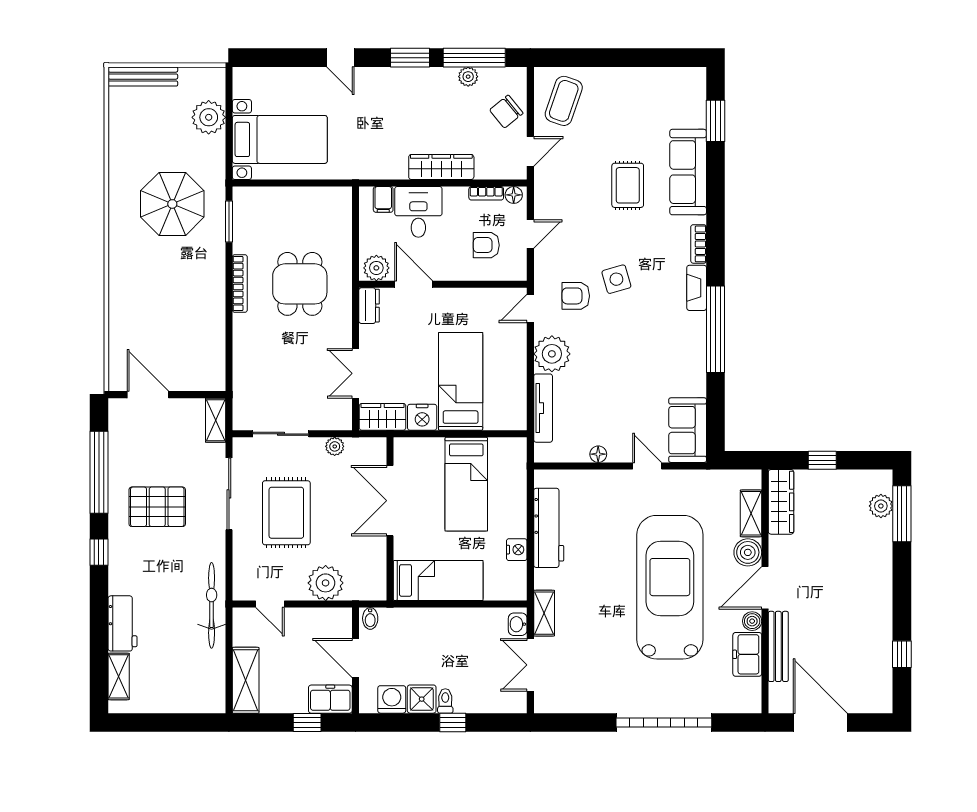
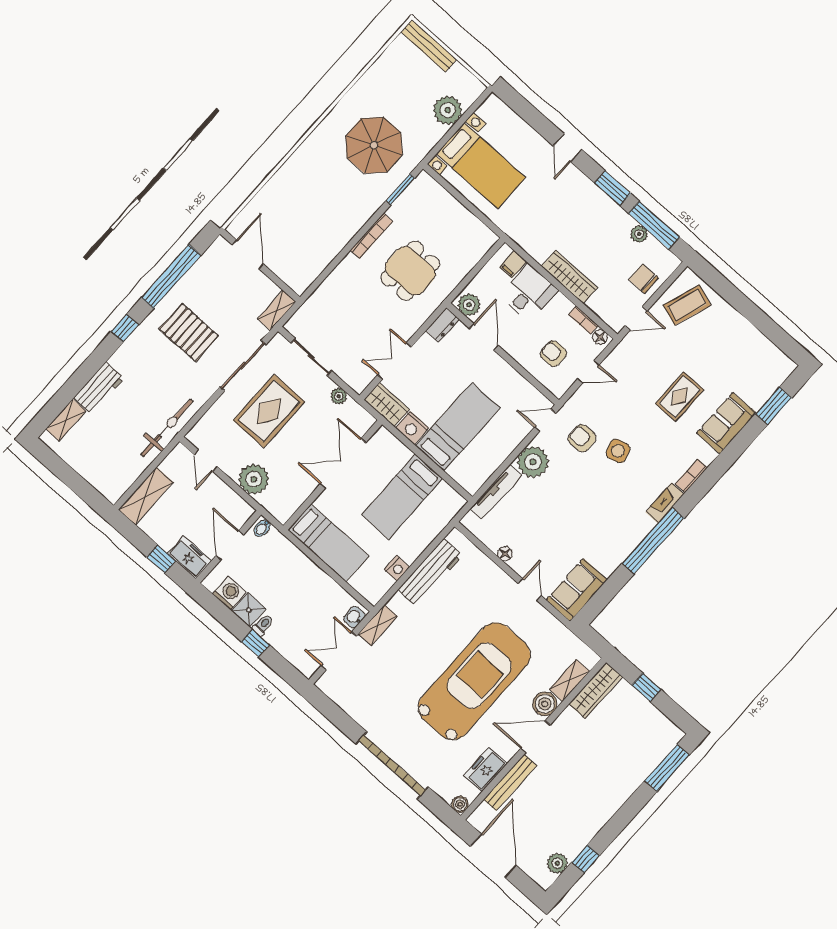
chair: (506, 112) -> (644, 279), turned 39
sofa: (688, 172) -> (726, 423), width x0.73
plant: (881, 506) -> (557, 863), moved
boiler: (752, 621) -> (460, 804), moved

